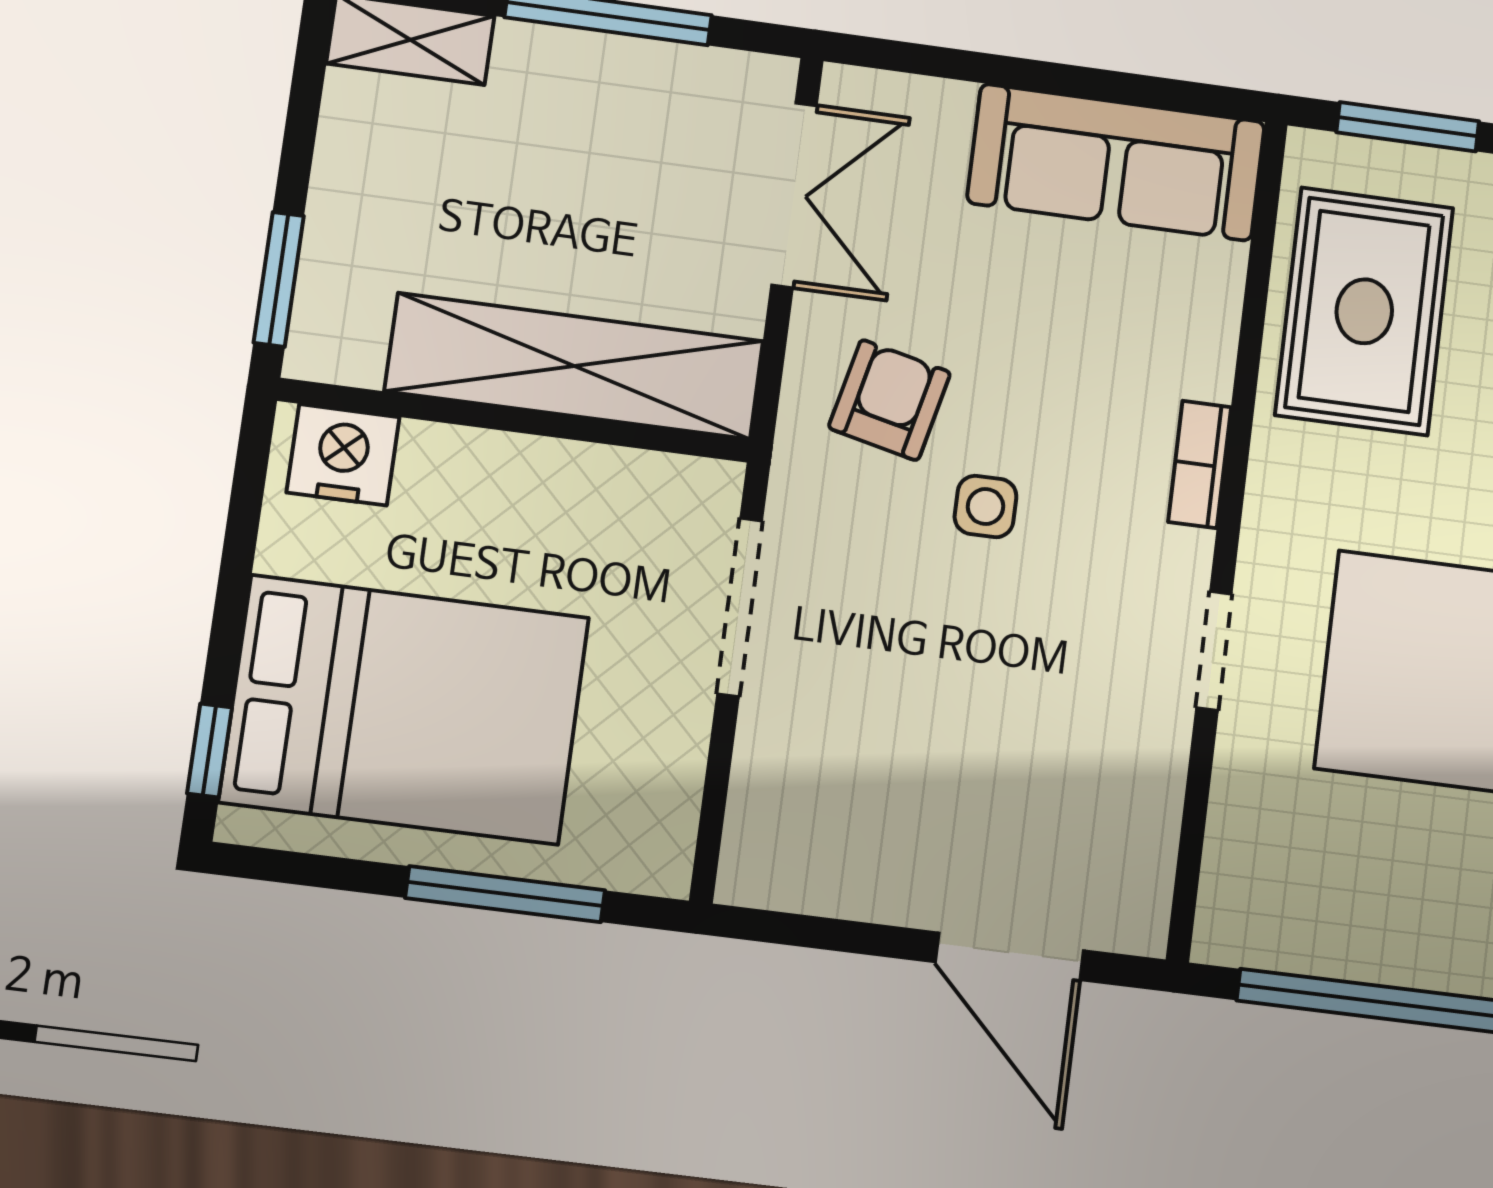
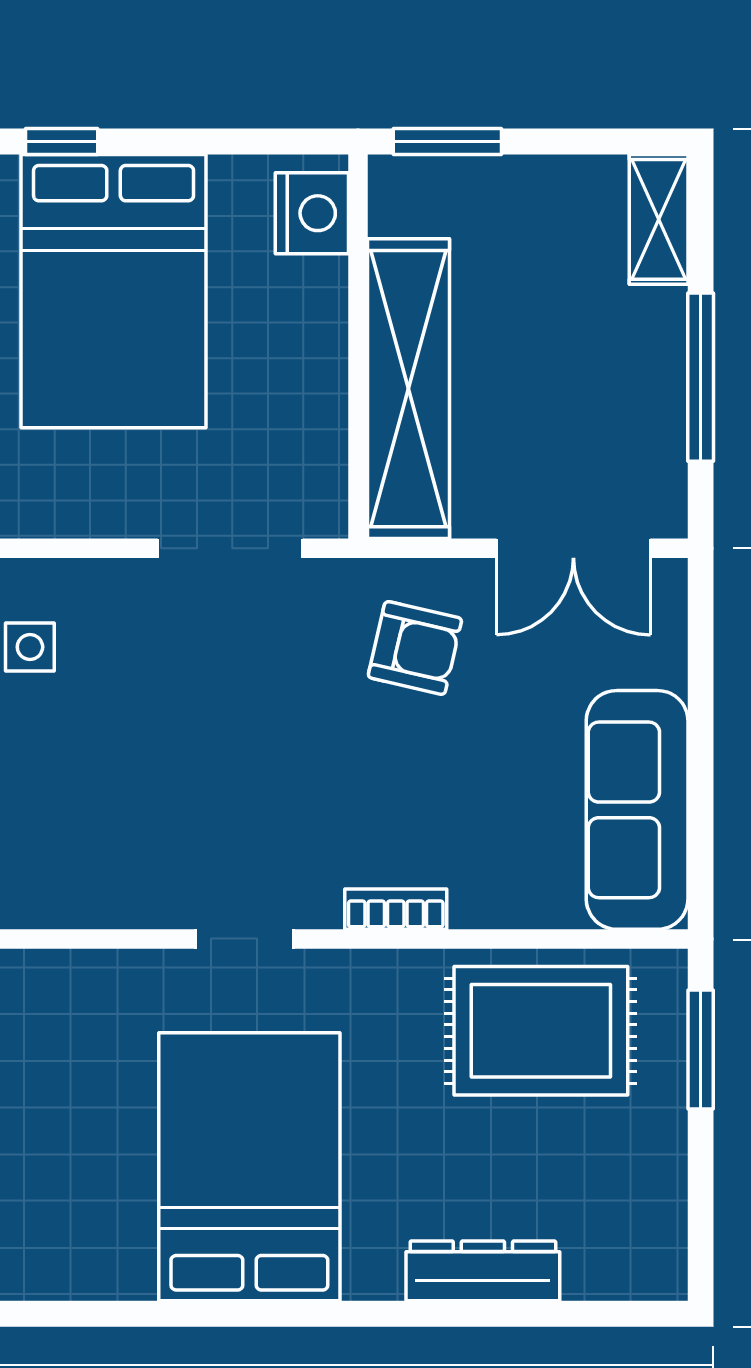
side table: (986, 506) -> (30, 647), moved

